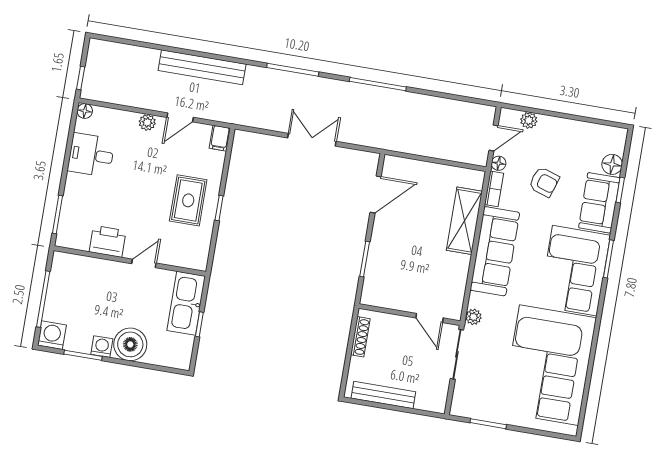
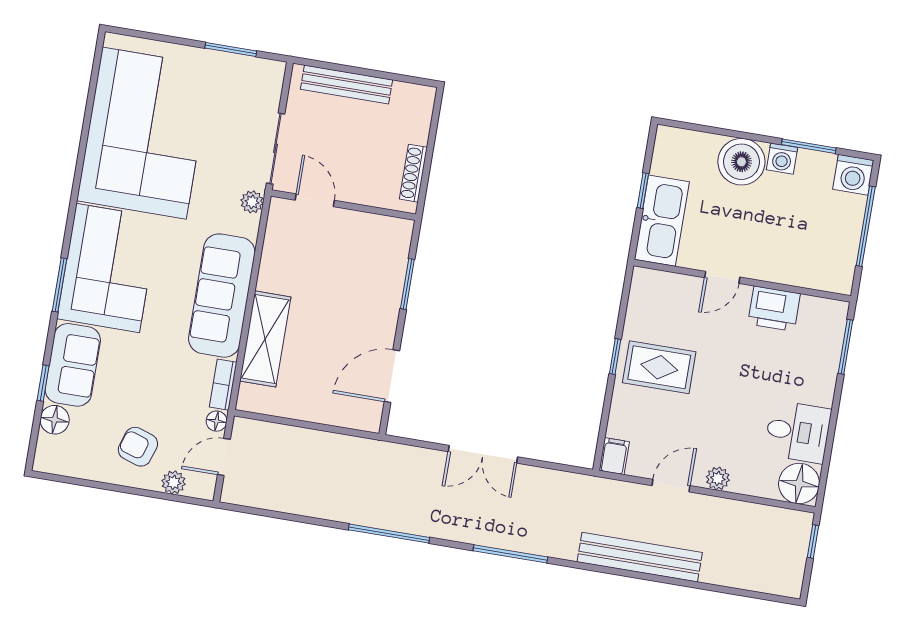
floor lamp: (85, 111) -> (799, 484), width x1.89, depth x1.89
armchair: (544, 182) -> (138, 447), moved
rug: (188, 200) -> (659, 367), turned 90
bench: (383, 395) -> (347, 85), moved

